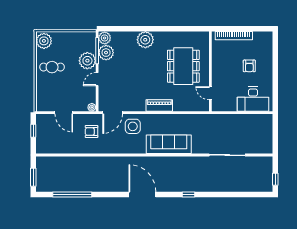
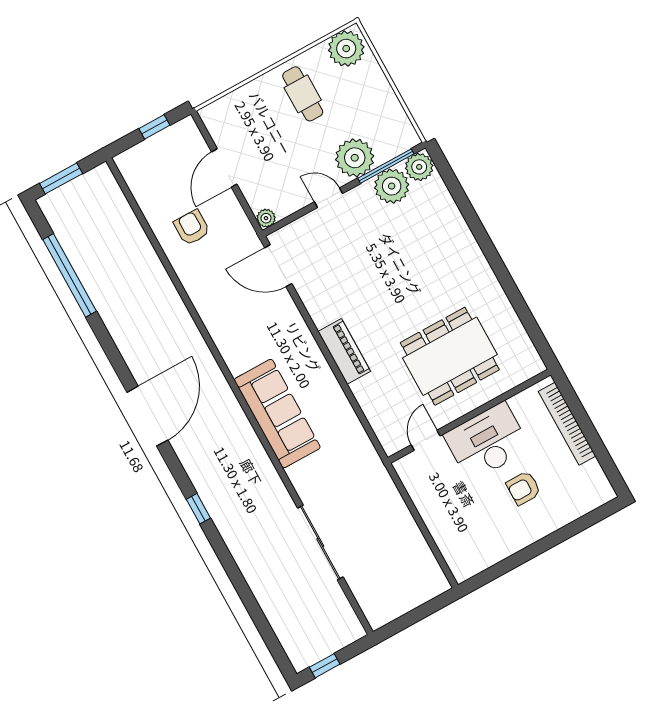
plant: (145, 40) -> (461, 251), removed
desk: (253, 99) -> (487, 442), moved, turned 90
side table: (133, 126) -> (273, 321), removed
armchair: (91, 132) -> (192, 228), moved

